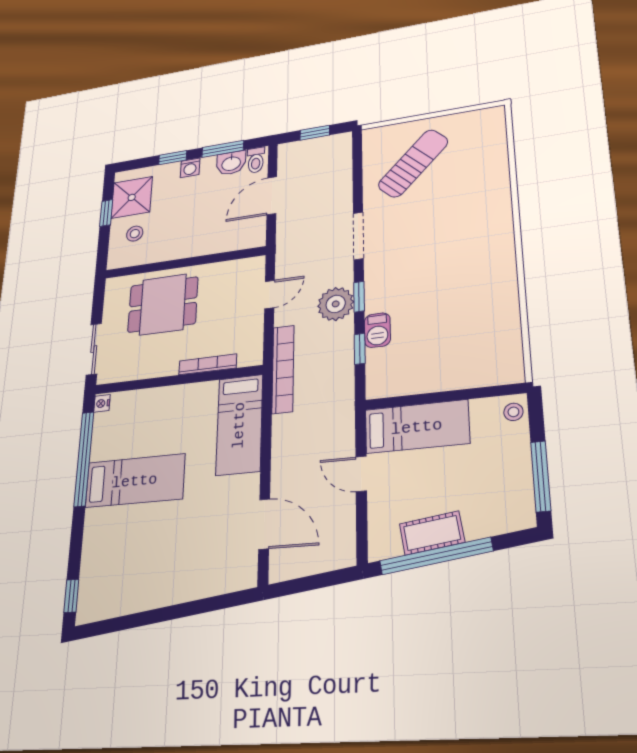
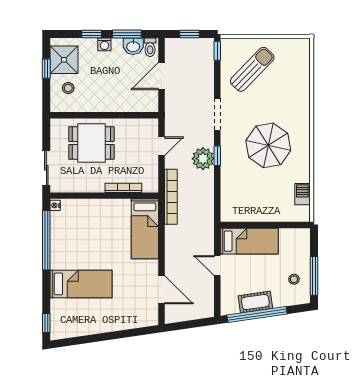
parasol: (444, 269) -> (268, 145), added
barbecue: (377, 330) -> (302, 194), moved, turned 180
window: (360, 349) -> (217, 51), moved
stool: (513, 412) -> (294, 279), moved
bed: (135, 481) -> (81, 284), moved

